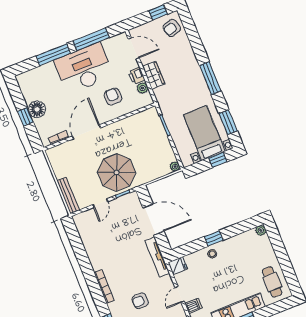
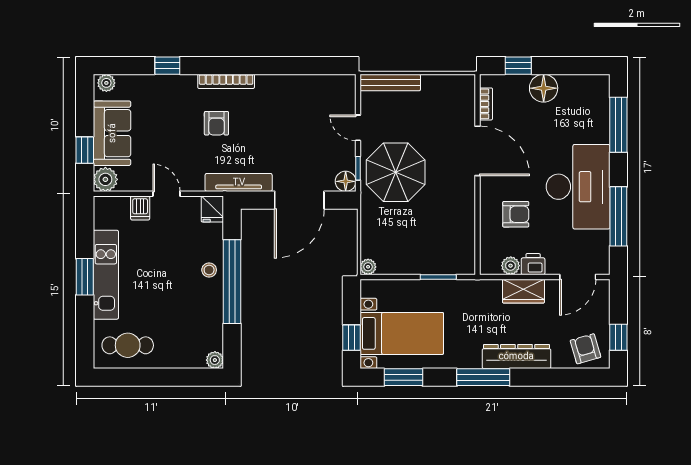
window: (53, 55) -> (618, 125), moved
dresser: (191, 64) -> (516, 356), added
window: (25, 117) -> (518, 66), moved
floor lamp: (133, 198) -> (346, 181), added
window: (214, 238) -> (232, 282), width x3.17
armchair: (140, 301) -> (216, 123), moved, turned 180

